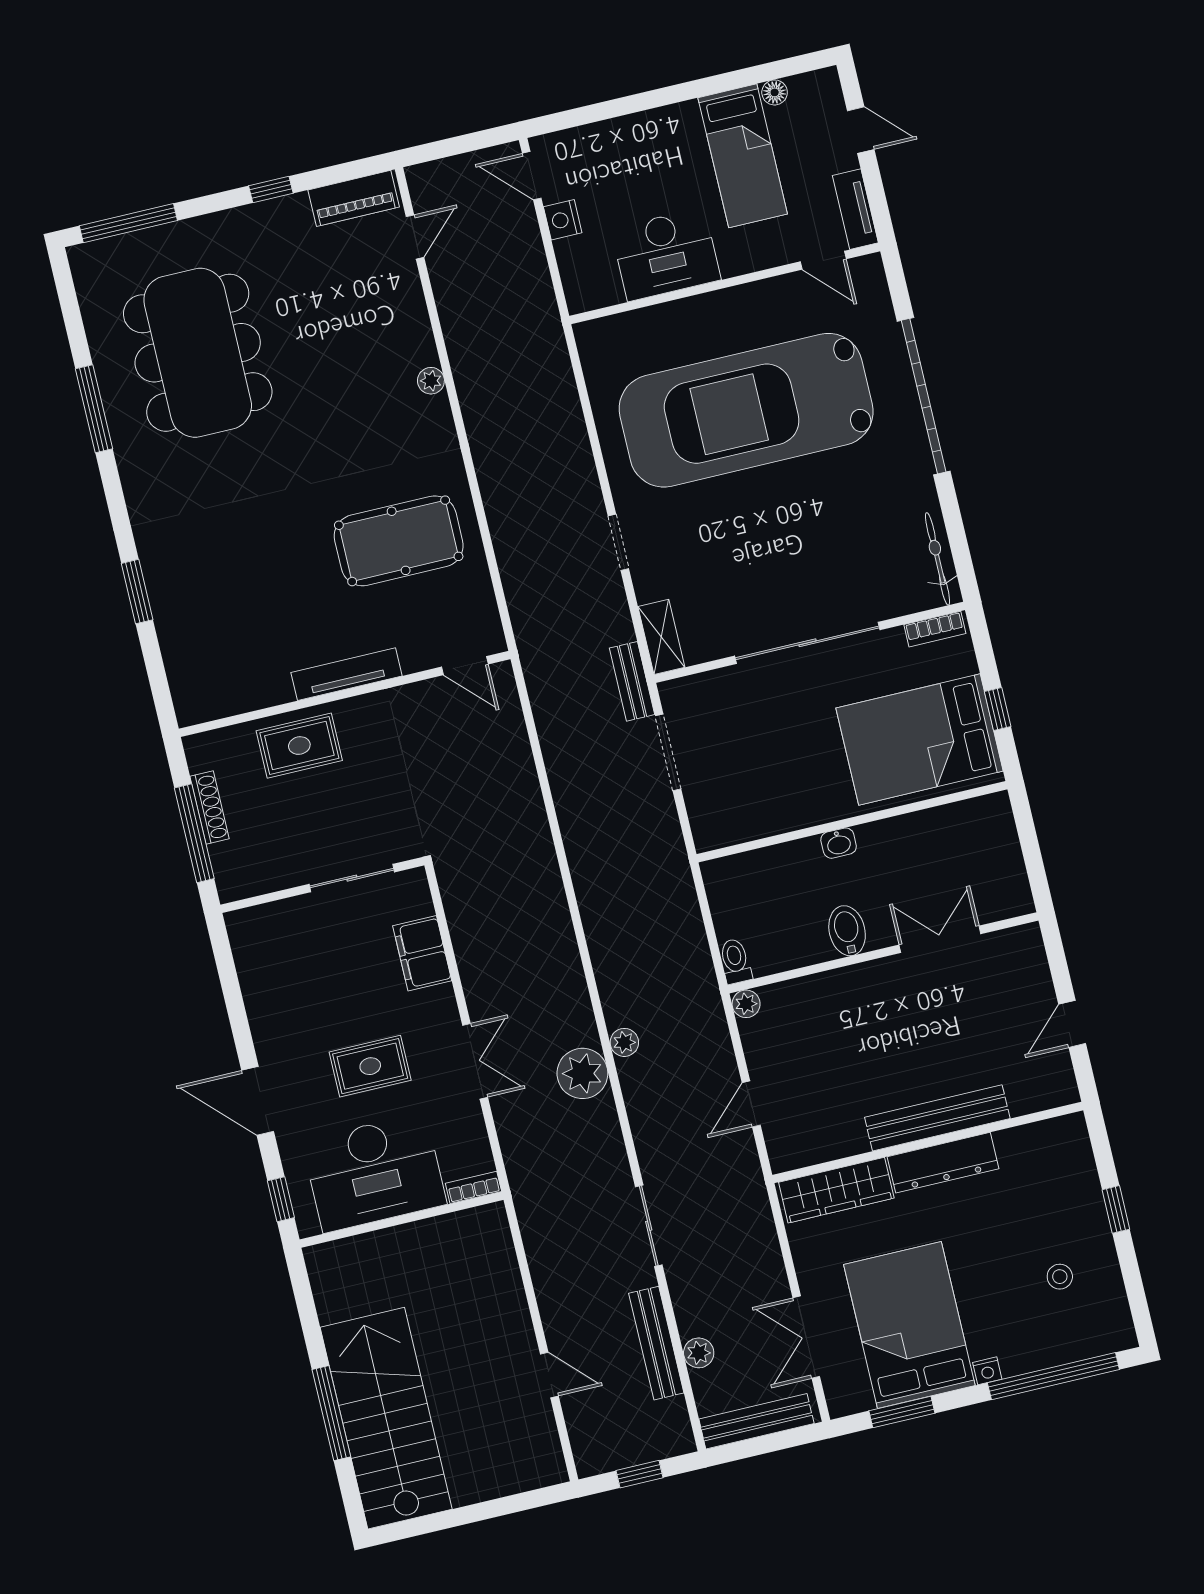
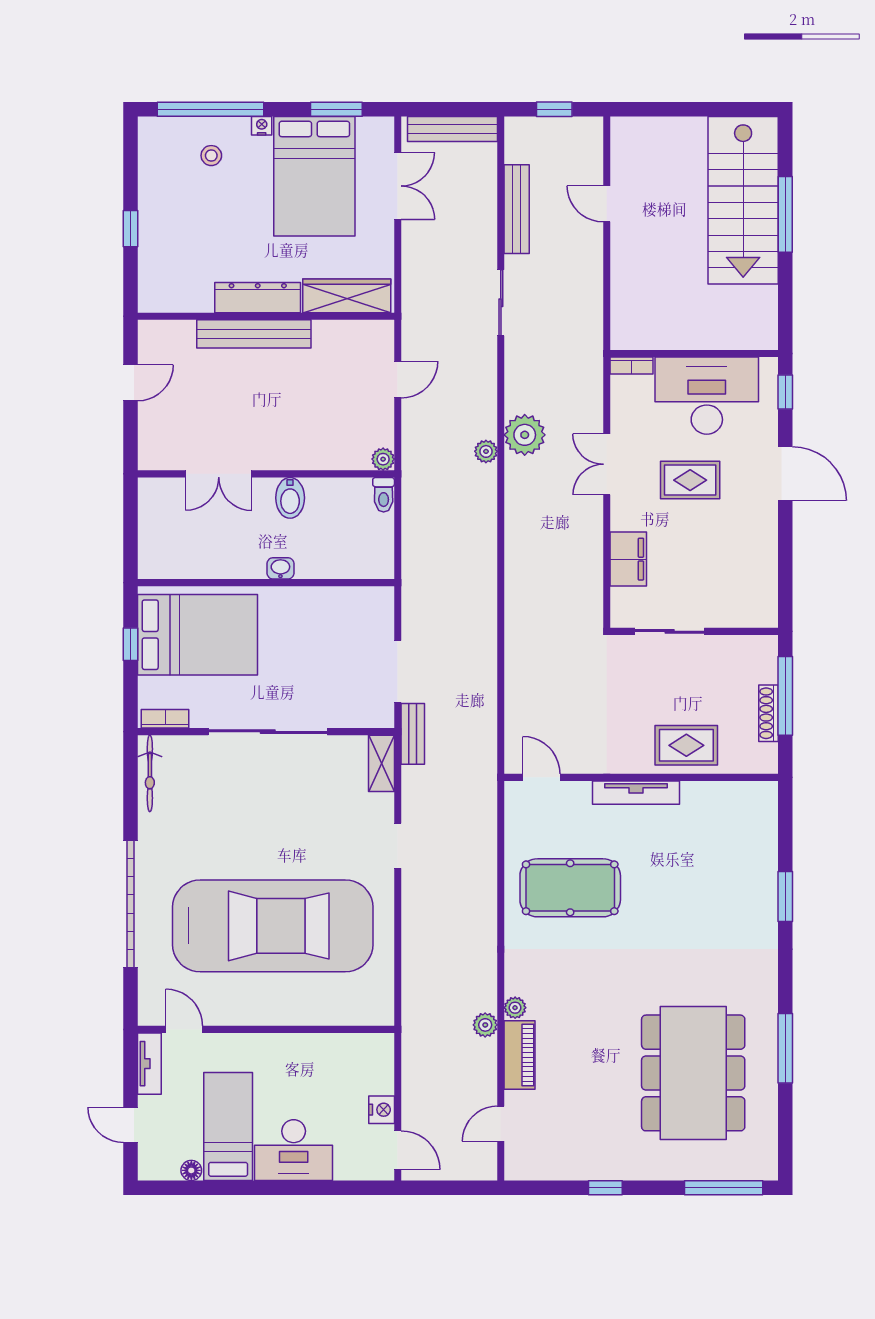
piano: (354, 198) -> (520, 1055), moved, turned 90
desk: (666, 254) -> (294, 1150), moved, turned 180
stool: (1060, 1277) -> (211, 156), moved
plant: (699, 1353) -> (485, 1025), moved

